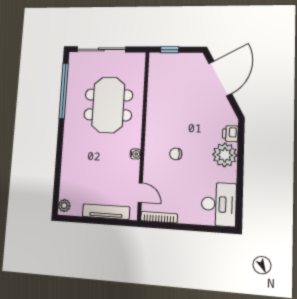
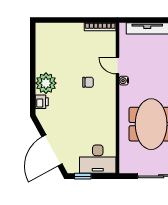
window: (170, 50) -> (83, 176), moved
door: (140, 193) -> (118, 66), moved
desk: (219, 204) -> (98, 159), moved, turned -90

